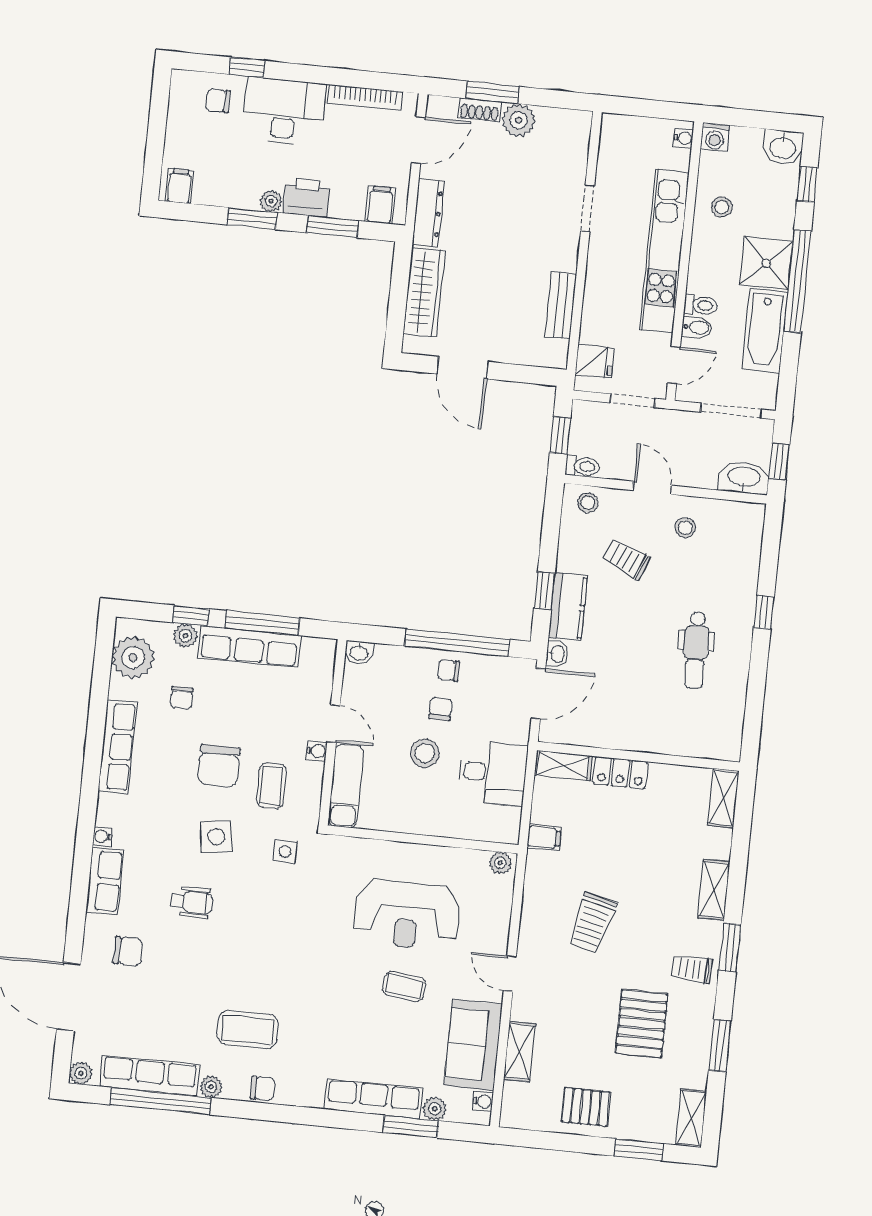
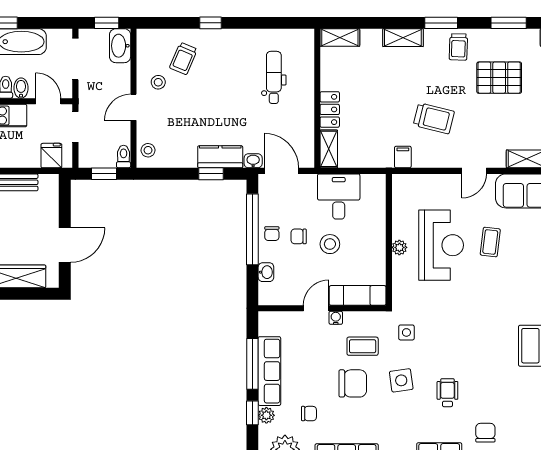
trolley: (627, 559) -> (183, 59), moved
dental chair: (696, 650) -> (274, 77), moved, turned -88
washbasin: (359, 653) -> (266, 272), moved
filing cabinet: (544, 837) -> (403, 157), moved
plant: (500, 863) -> (399, 247), moved

